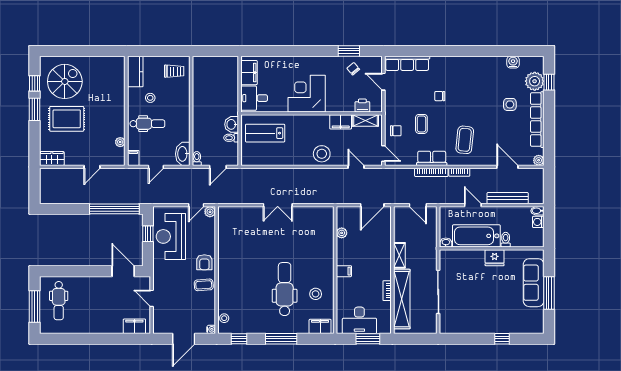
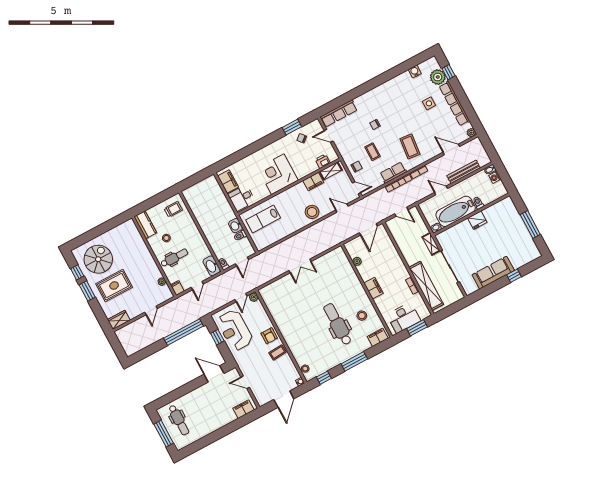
shelving: (399, 255) -> (431, 244), moved
filing cabinet: (344, 271) -> (373, 288), width x2.00
sofa: (534, 283) -> (493, 273), moved, turned 90

